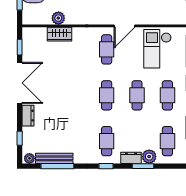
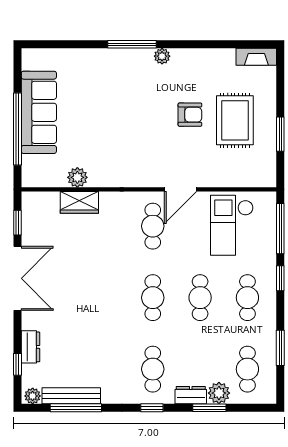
dresser: (28, 116) -> (30, 347), moved

